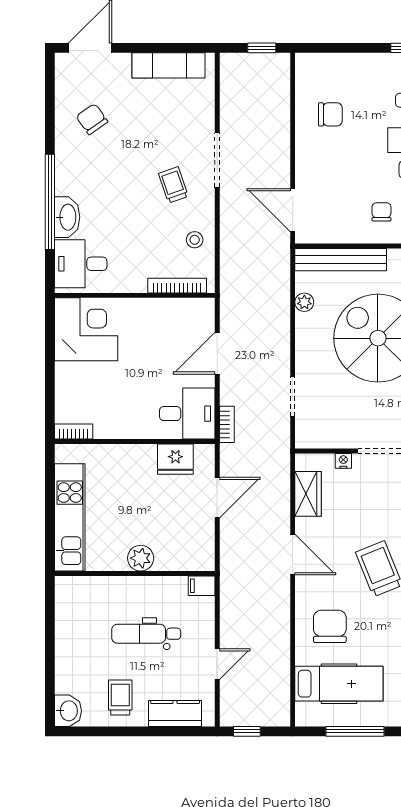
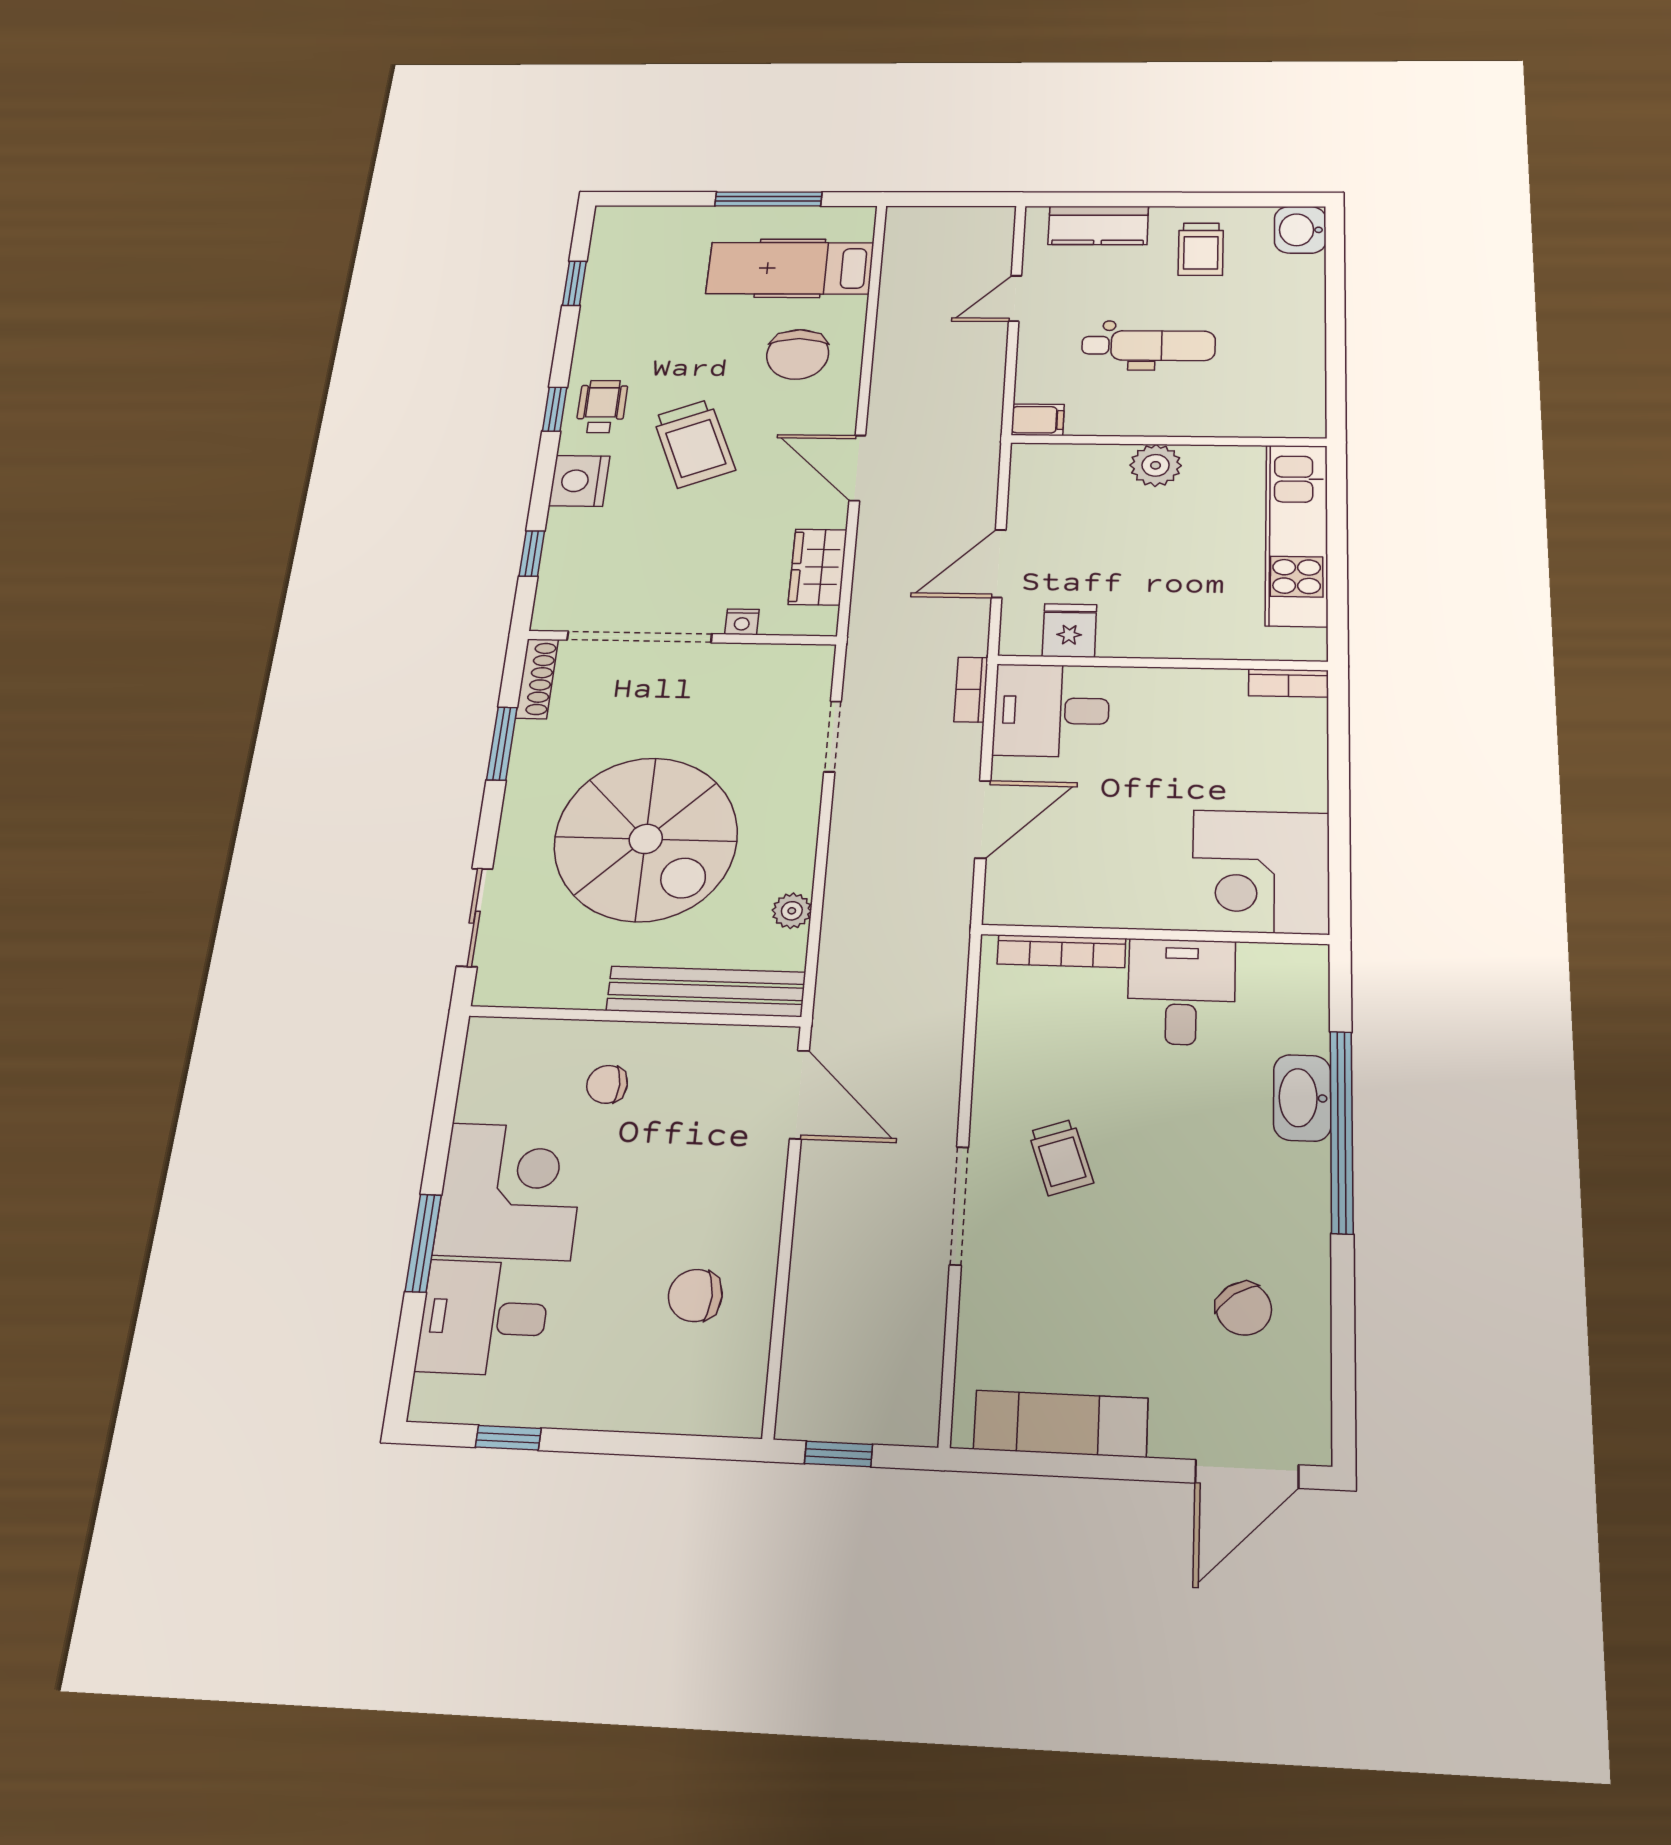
chair: (381, 212) -> (607, 1084), turned 90
stool: (195, 240) -> (1019, 1041), removed
desk: (81, 264) -> (1181, 992), moved, turned -90
fridge: (175, 459) -> (1069, 630), width x0.72
window: (247, 731) -> (966, 199), removed

